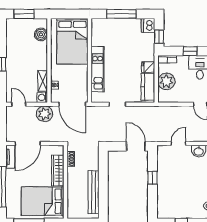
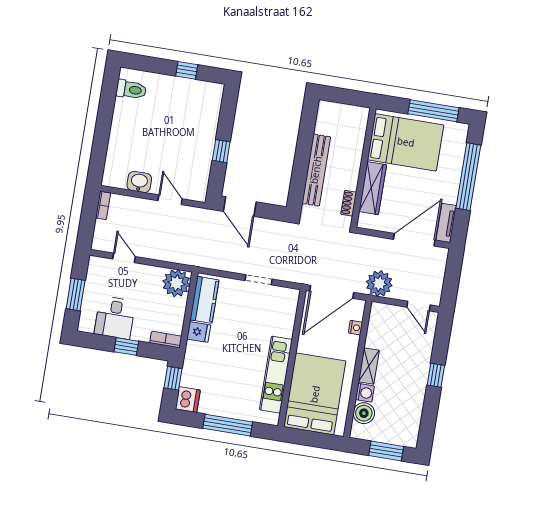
kitchen unit: (98, 69) -> (276, 375), moved
shelving: (43, 81) -> (369, 366), moved
plant: (166, 81) -> (176, 283), moved
washing machine: (42, 97) -> (365, 393), moved
door: (72, 104) -> (332, 292), swing flipped
door: (178, 144) -> (170, 200), swing flipped
bench: (93, 192) -> (316, 170), moved

